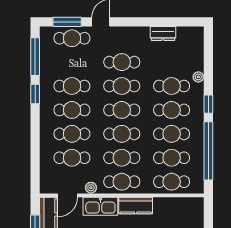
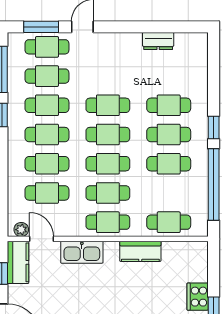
cafe table: (122, 62) -> (47, 76), moved
plant: (198, 77) -> (201, 94), removed
cafe table: (172, 158) -> (169, 193), removed
plant: (91, 188) -> (21, 230), moved
door: (68, 195) -> (42, 239), swing flipped
kitchen counter: (136, 206) -> (140, 251), moved

